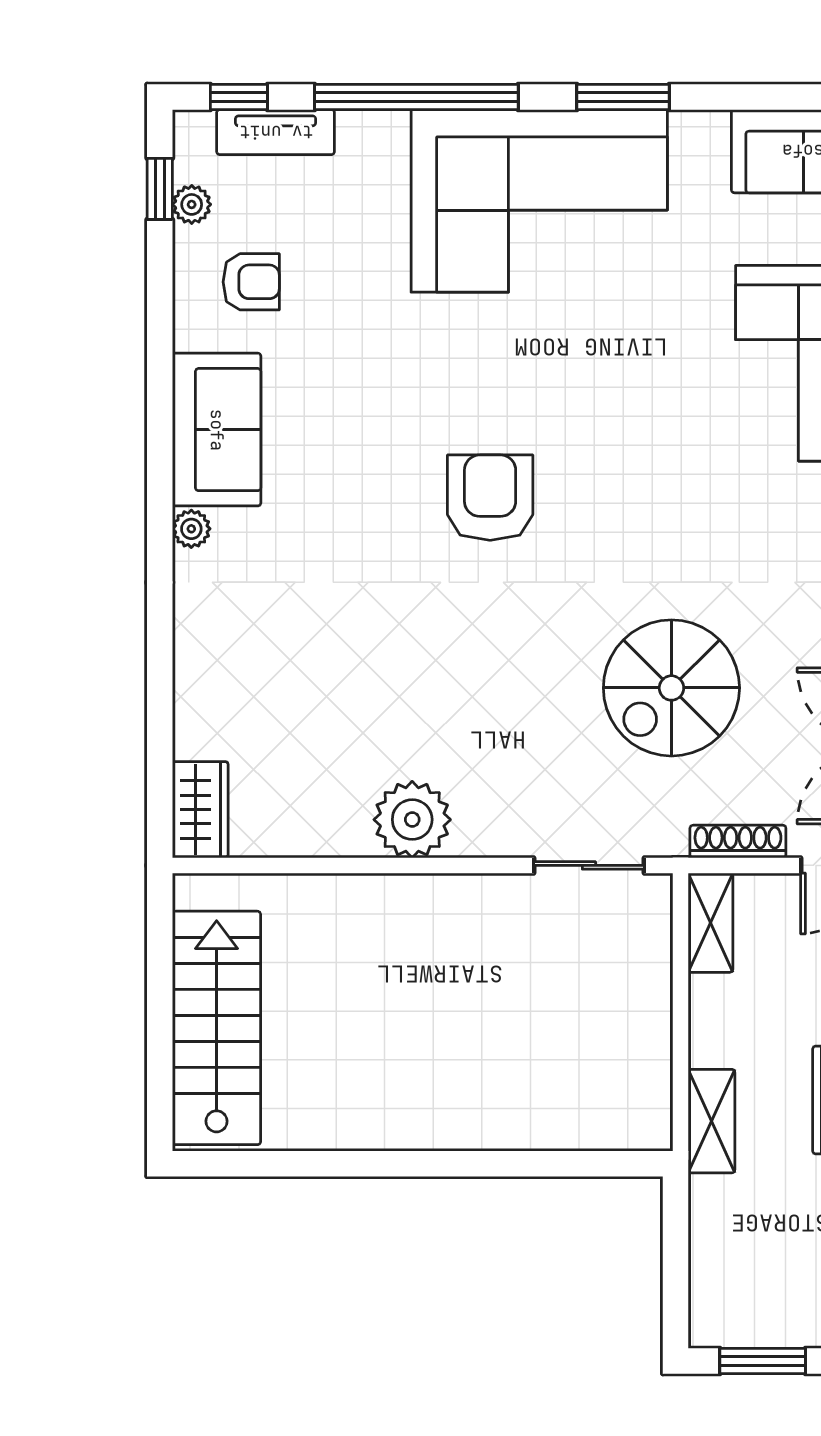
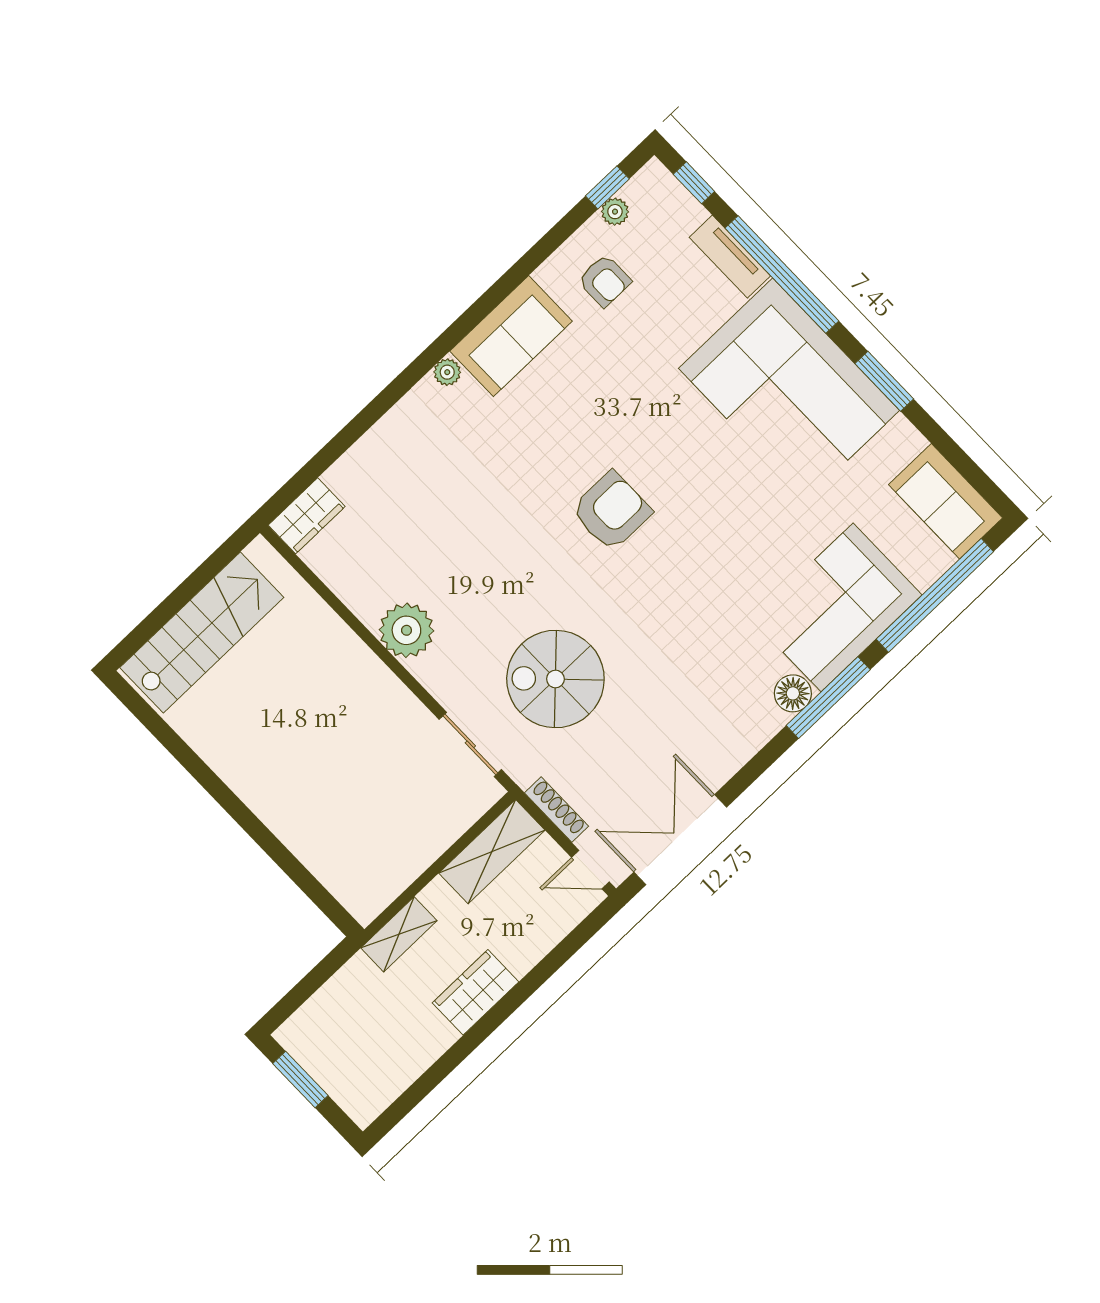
tv unit: (276, 132) -> (730, 257), moved
spiral stairs: (671, 688) -> (555, 679), moved
shelving: (710, 923) -> (492, 852), width x1.50, depth x1.33

